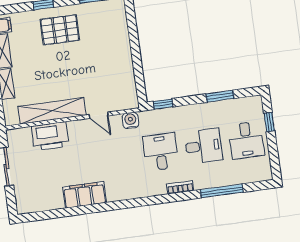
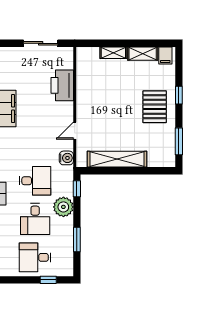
shelving: (52, 111) -> (117, 159), moved, turned 90
plant: (186, 116) -> (63, 207), added

